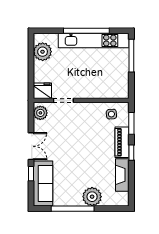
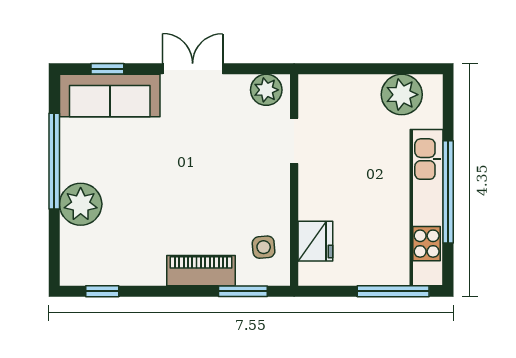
fridge: (42, 91) -> (315, 241), moved
double door: (31, 146) -> (193, 69), swing flipped
window: (131, 153) -> (102, 291), moved
window: (31, 174) -> (107, 69), moved
fireplace: (122, 175) -> (129, 271), removed

